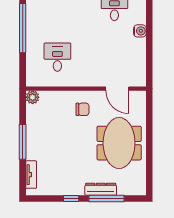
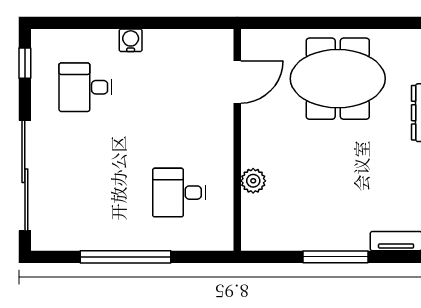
plant: (33, 97) -> (253, 181), moved
chair: (82, 109) -> (275, 146), removed

